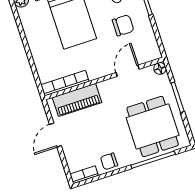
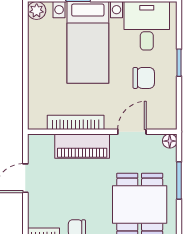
bookcase: (65, 83) -> (76, 122), moved
piano: (77, 100) -> (82, 146), moved

